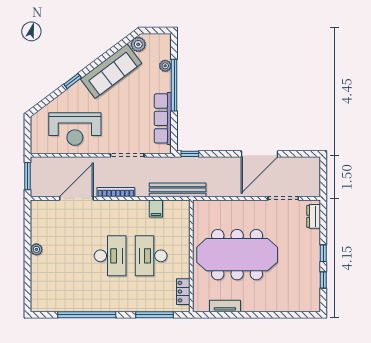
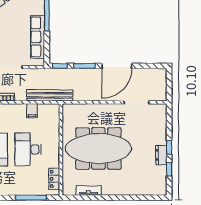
window: (220, 154) -> (84, 66), added
dresser: (314, 216) -> (161, 155), moved

